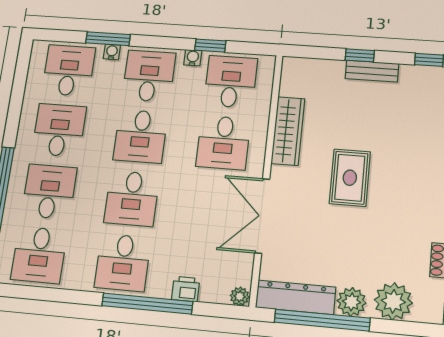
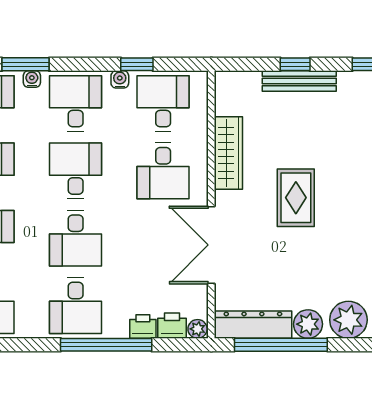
bench: (372, 71) -> (299, 81), width x1.36
desk: (140, 136) -> (76, 171), turned 180
printer: (215, 291) -> (172, 326), added

